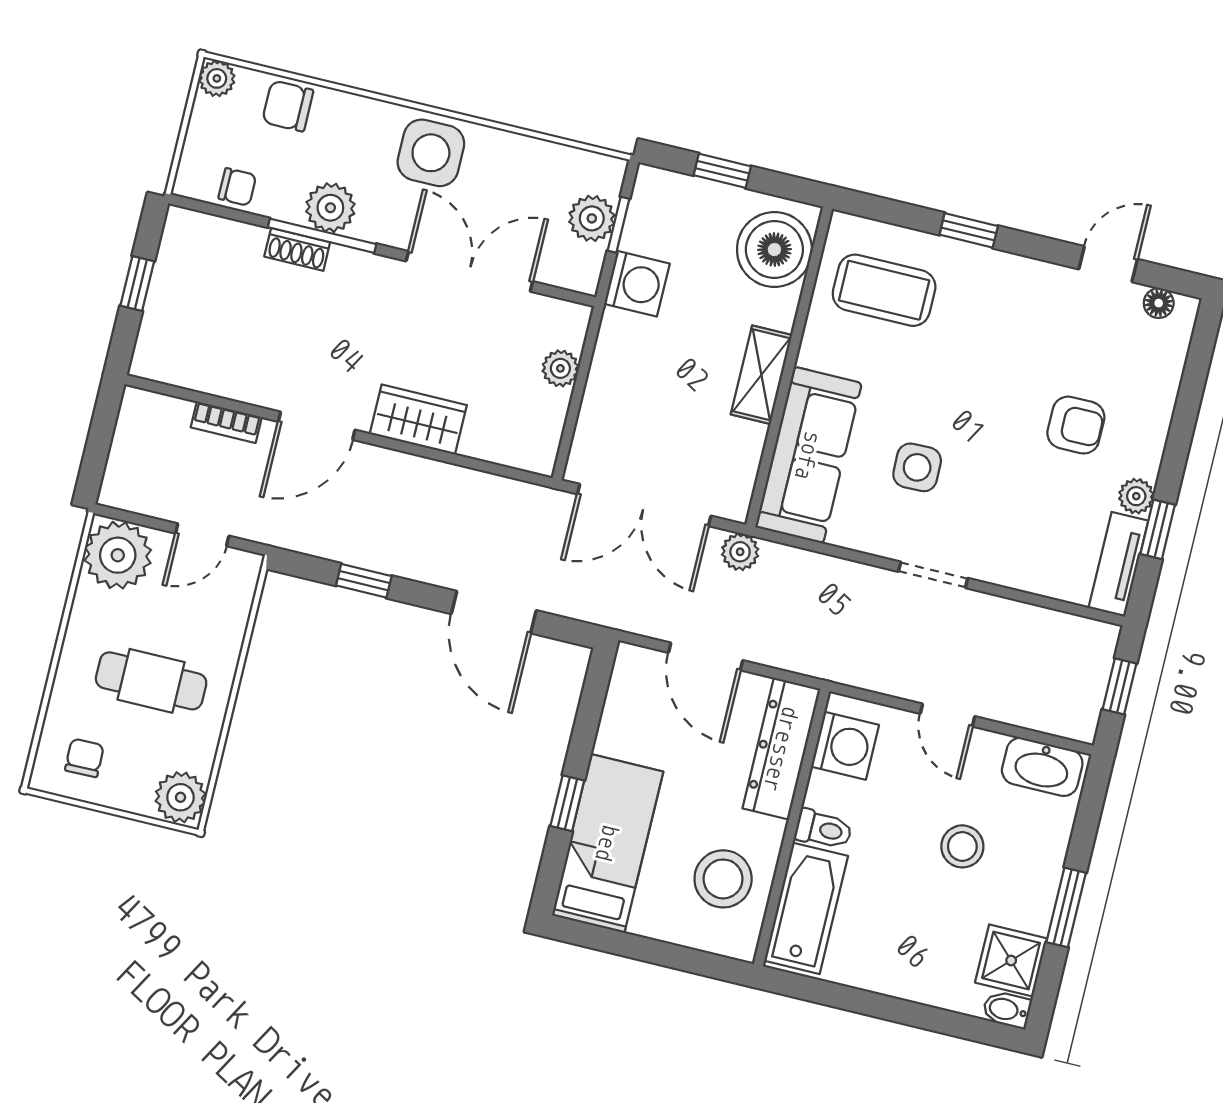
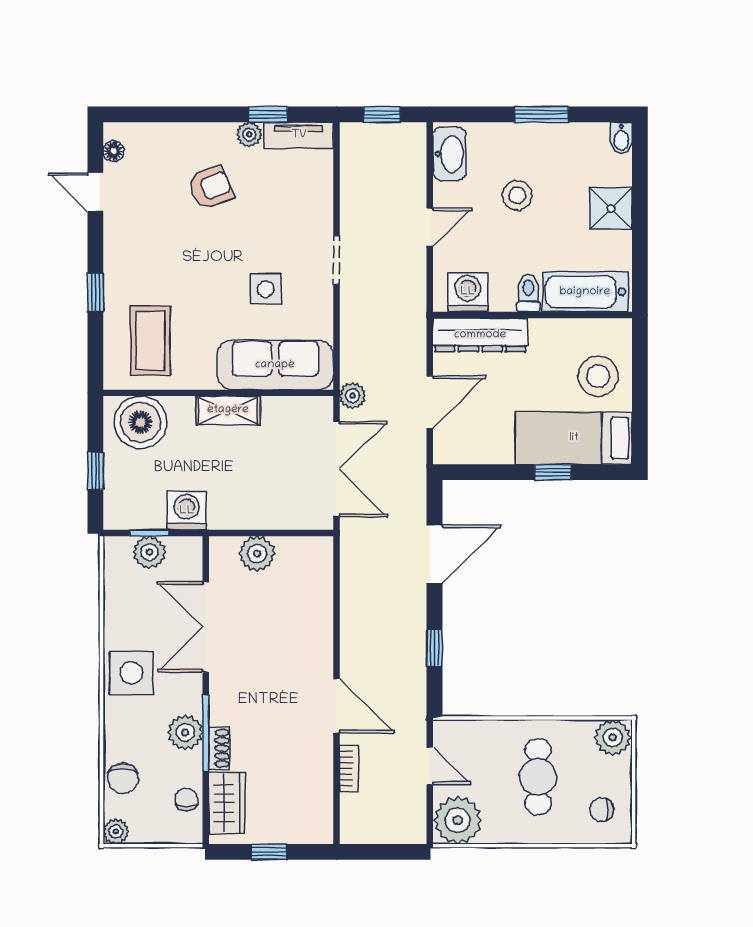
plant: (560, 368) -> (257, 554), width x1.38, depth x1.38
wardrobe: (418, 420) -> (227, 803), moved, turned 180
armchair: (1076, 425) -> (211, 187), turned 68
stool: (723, 879) -> (598, 376), moved
shower: (1011, 960) -> (611, 209), moved

